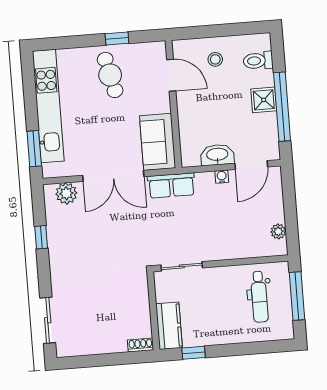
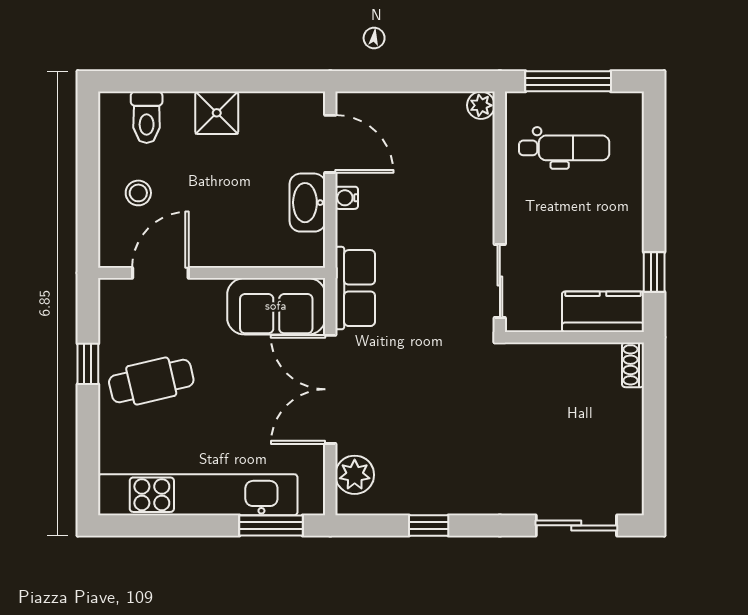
window: (282, 107) -> (231, 81), removed
double door: (113, 176) -> (330, 389), swing flipped
plant: (278, 231) -> (481, 105), moved

